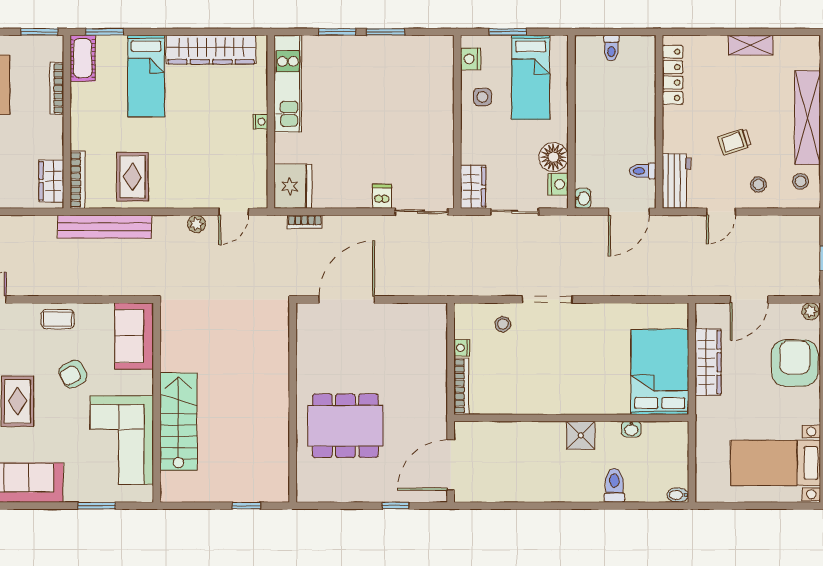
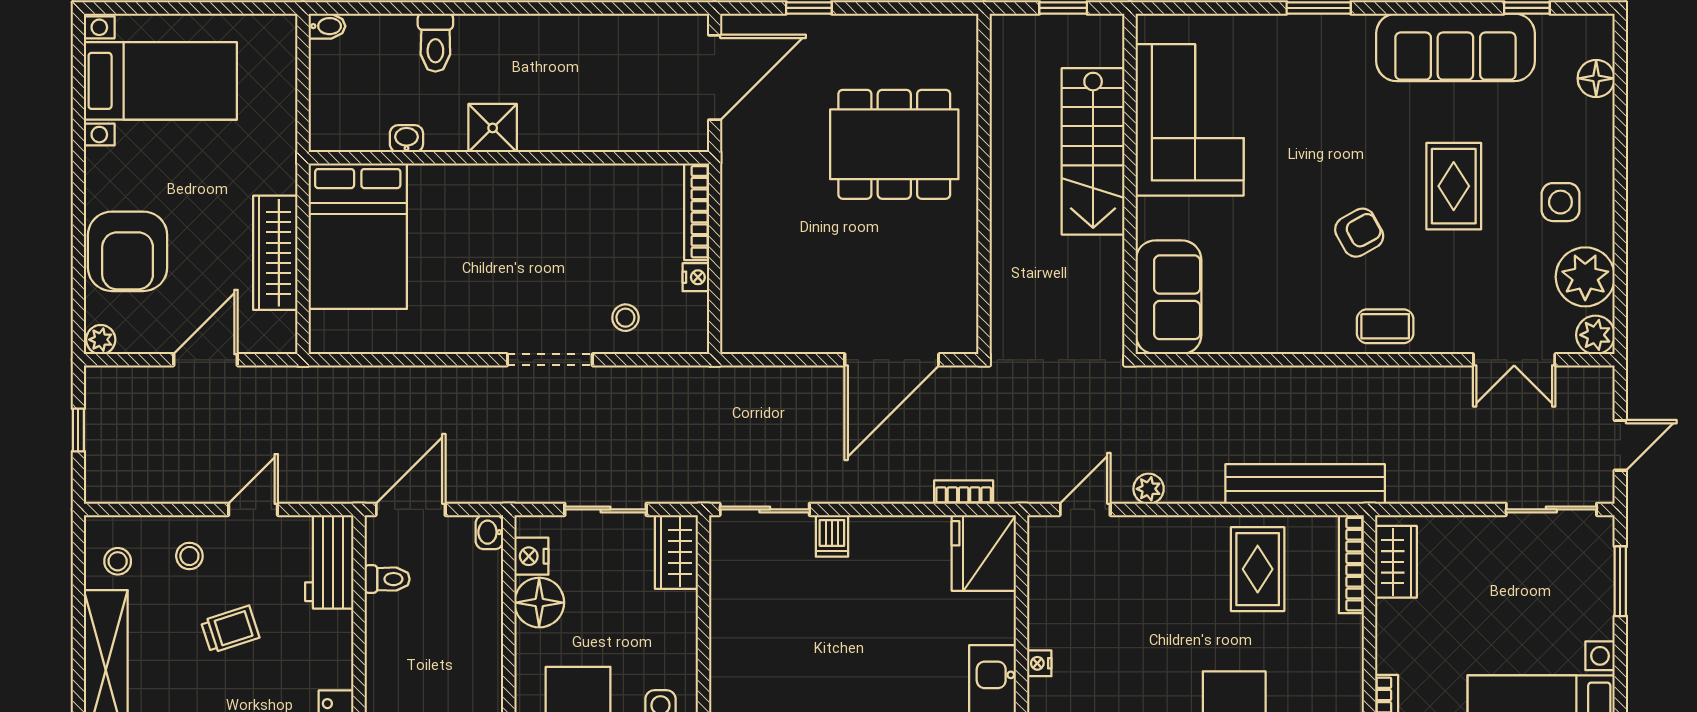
sofa: (134, 336) -> (1169, 297), moved
wall: (157, 403) -> (1130, 184), moved
stairs: (178, 422) -> (1093, 151), moved
corner sofa: (122, 440) -> (1190, 120), moved

